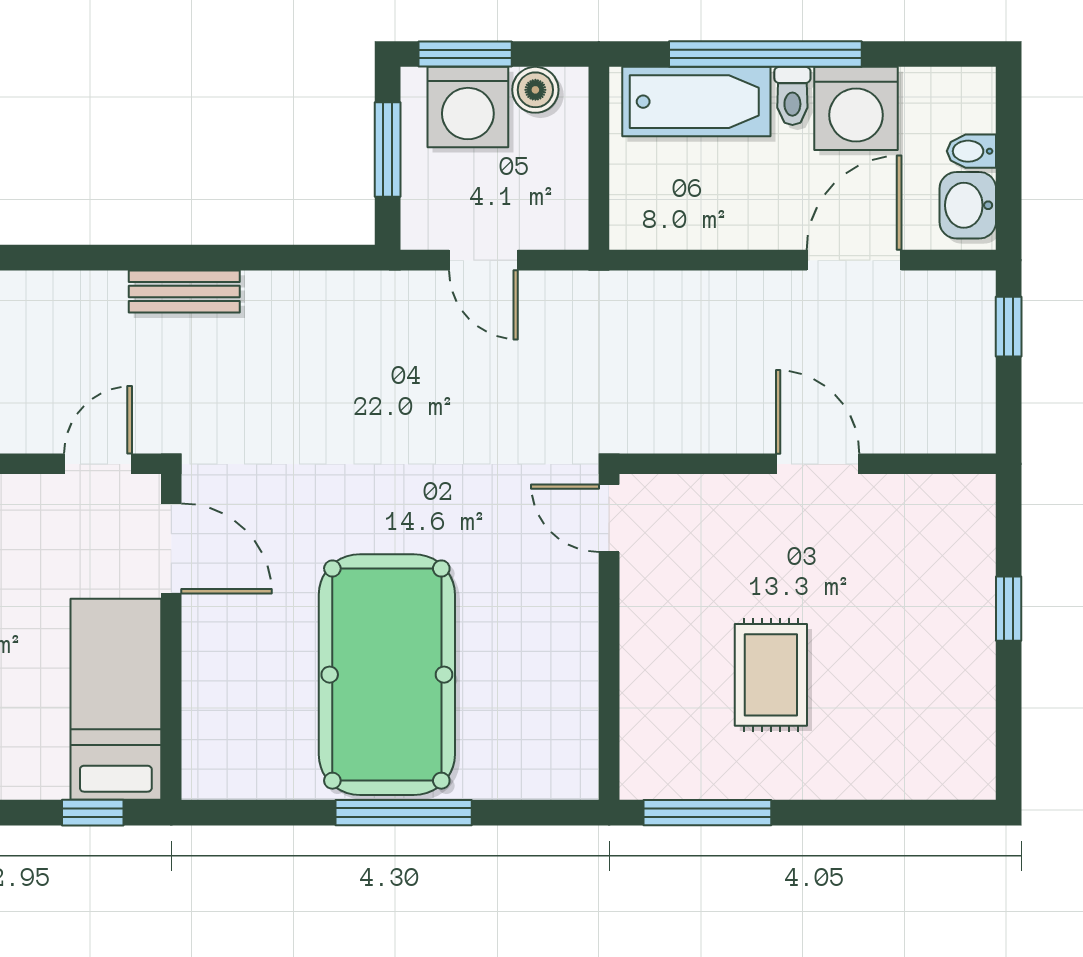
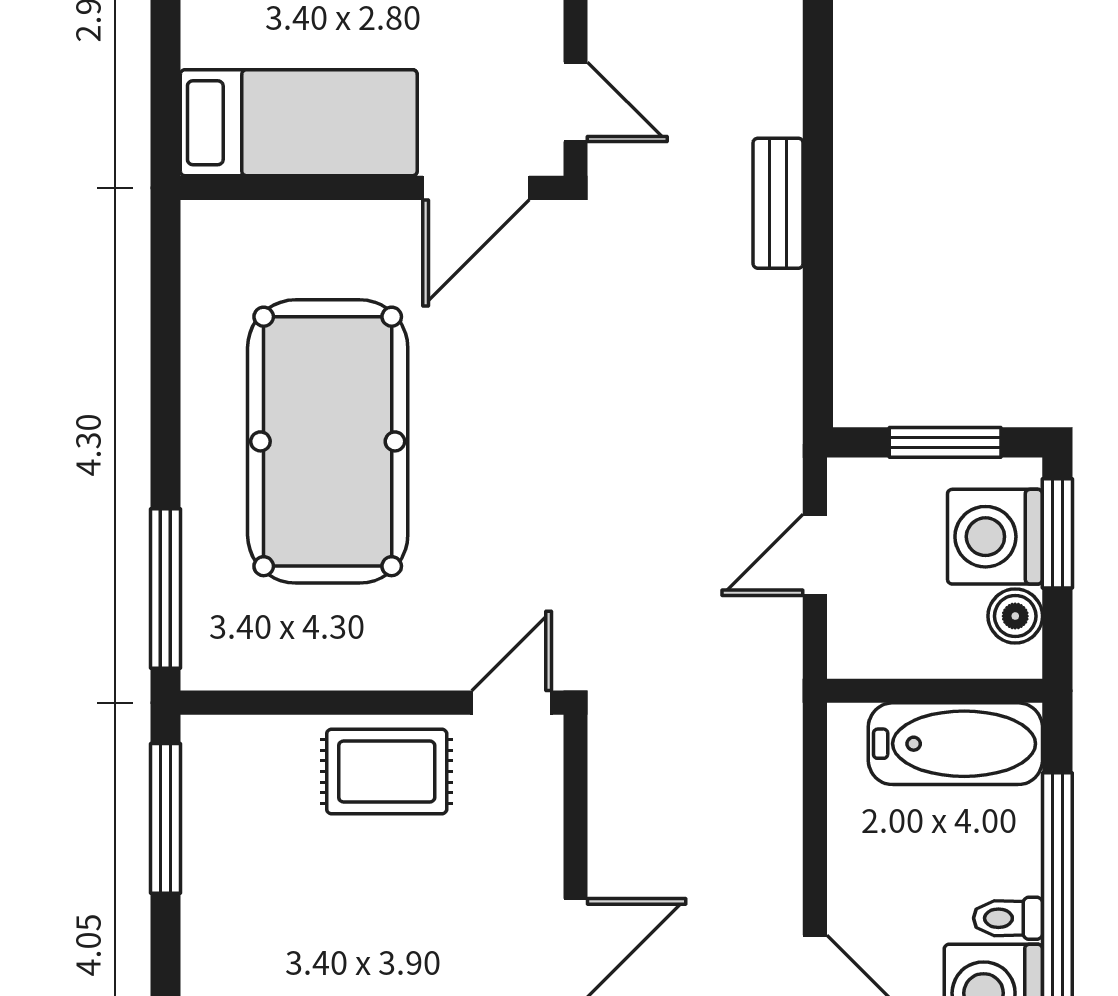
bathtub: (696, 102) -> (955, 744), moved, turned -90
pool table: (387, 675) -> (328, 441), turned 90
rug: (771, 675) -> (387, 771), moved
window: (93, 813) -> (165, 96), removed
window: (404, 813) -> (165, 588), moved

